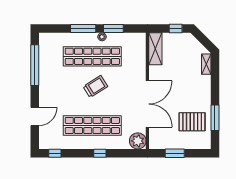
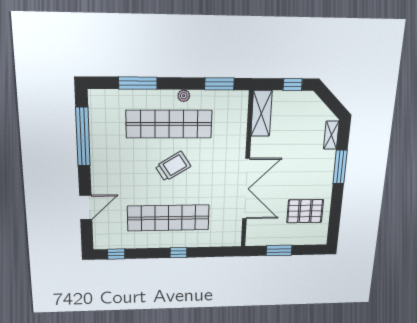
window: (83, 29) -> (138, 83), moved
window: (113, 29) -> (219, 84), moved
window: (215, 118) -> (340, 167), moved
plant: (138, 141) -> (230, 236), removed

